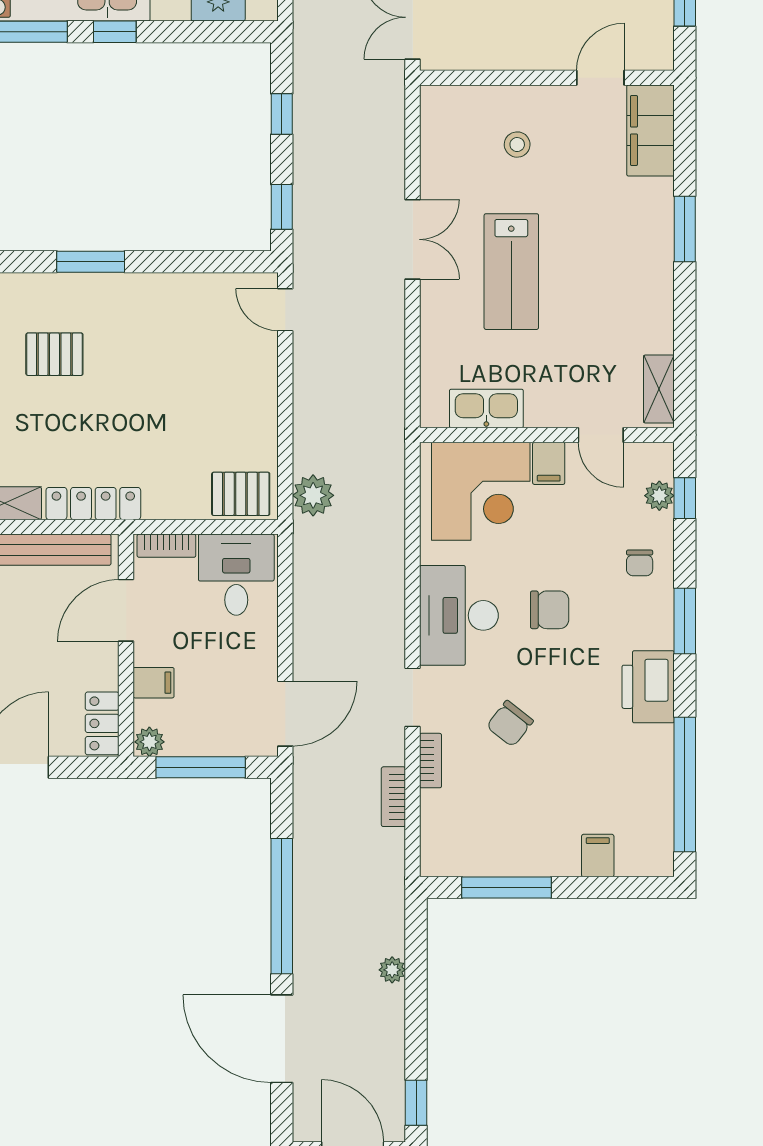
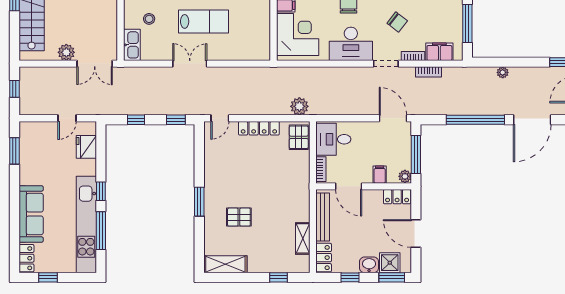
pallet: (54, 354) -> (239, 217), turned 90
kitchen sink: (486, 408) -> (132, 45), moved, turned 180
locker: (93, 504) -> (259, 128), moved, turned -90
filing cabinet: (441, 822) -> (439, 52), added

